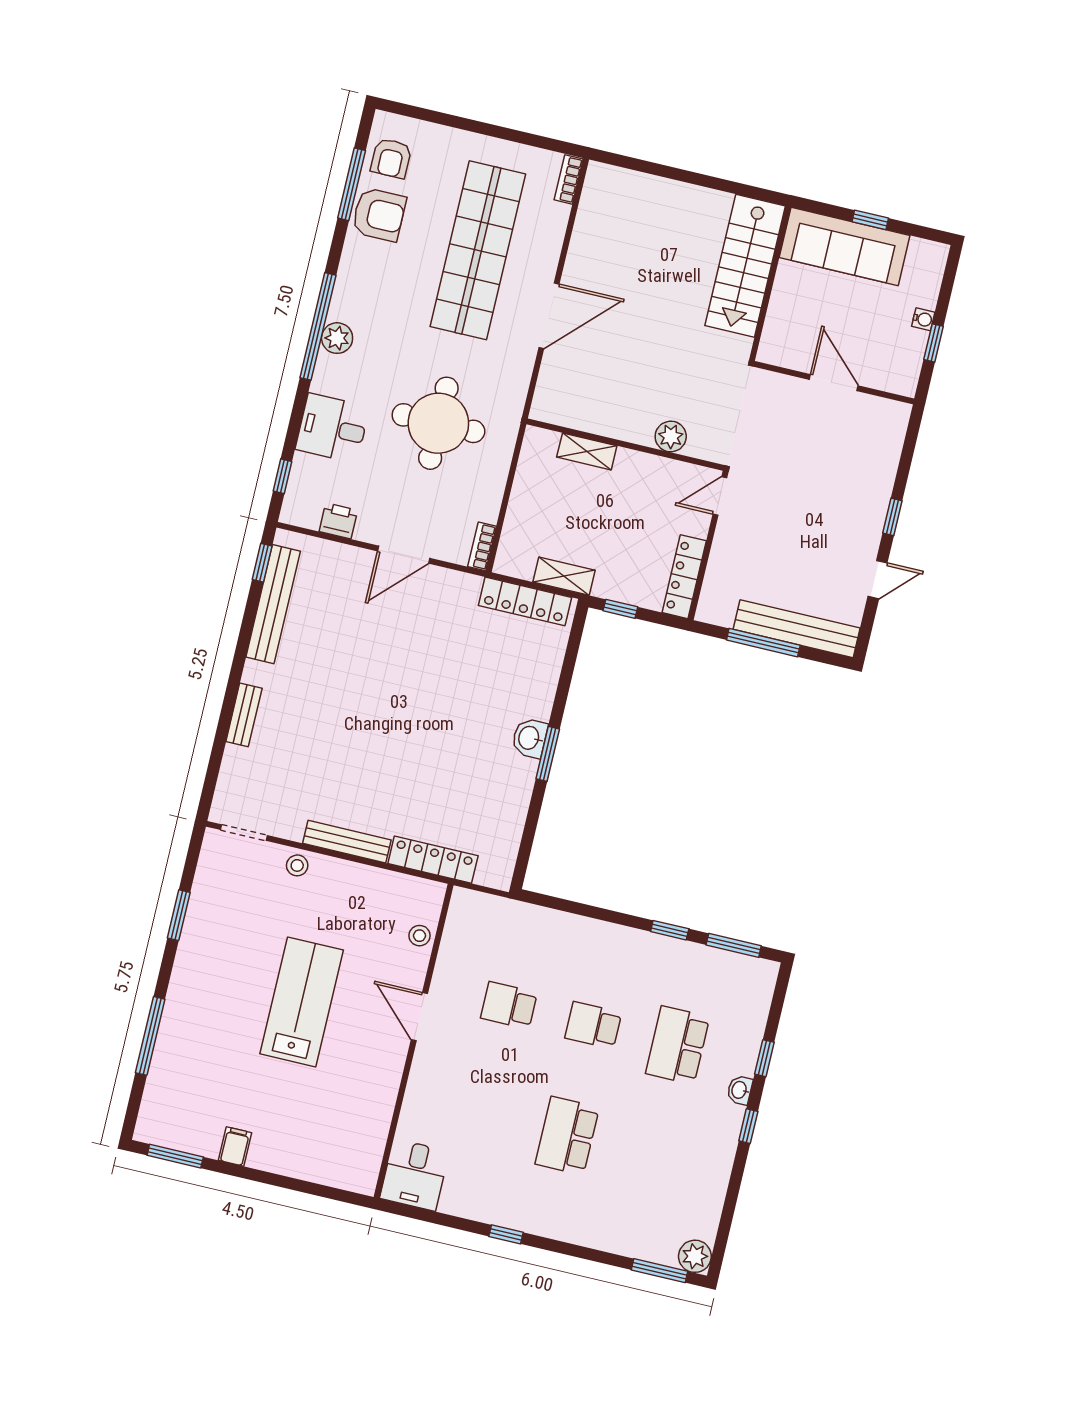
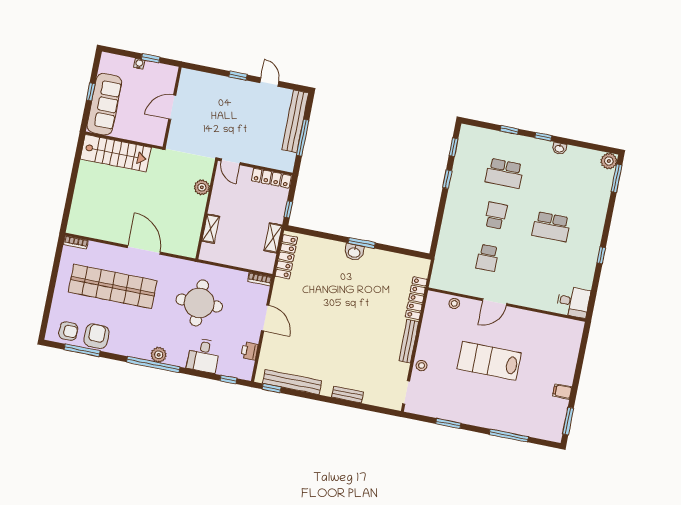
window: (734, 945) -> (454, 147), width x0.67
school desk: (593, 1025) -> (496, 216), turned 180
washbasin: (740, 1090) -> (559, 148), moved

